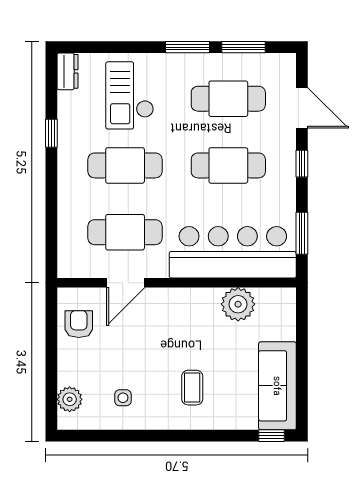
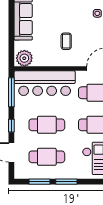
window: (302, 233) -> (11, 92), width x1.44
plant: (238, 304) -> (24, 58), moved
coffee table: (192, 388) -> (66, 41), moved

